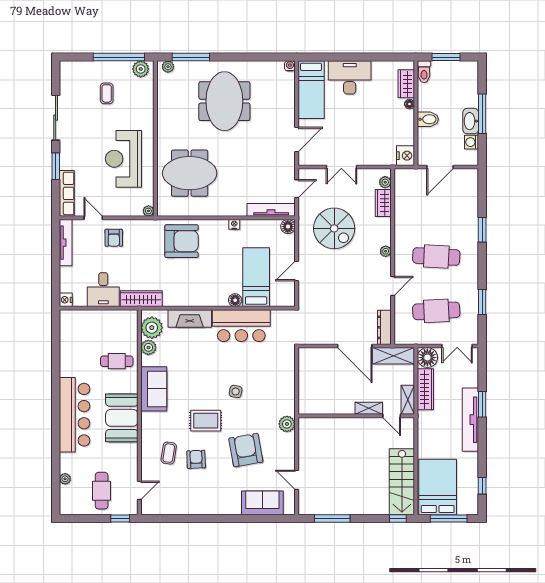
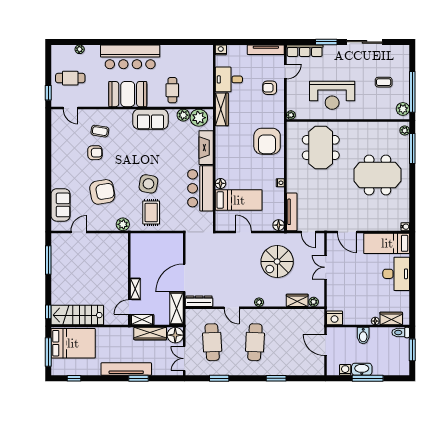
reception desk: (123, 159) -> (332, 95), turned 180
side table: (236, 391) -> (148, 184), width x1.87, depth x1.87
rug: (206, 421) -> (151, 213), moved

